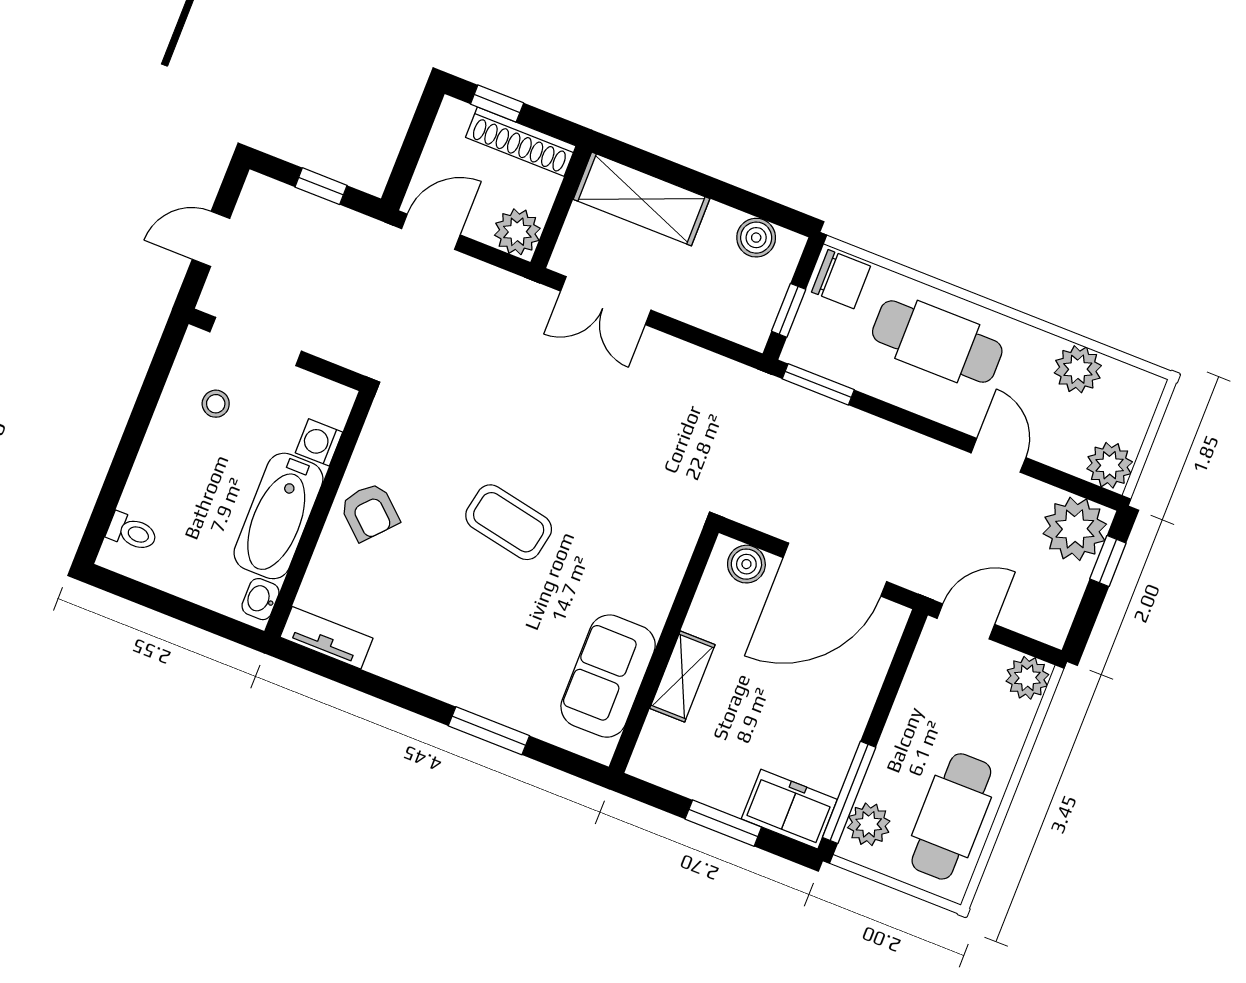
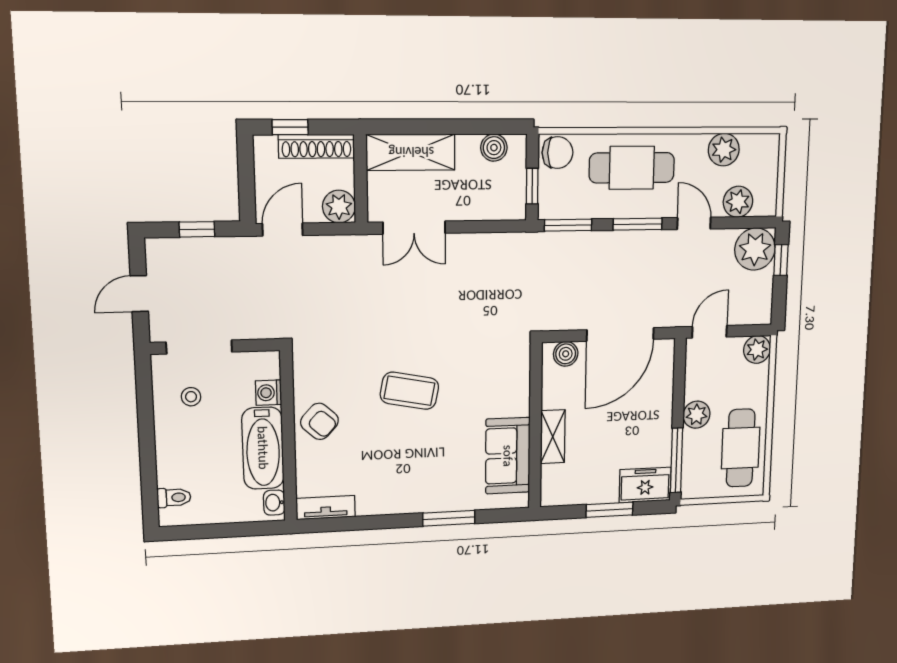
window: (917, 423) -> (638, 224), added
plant: (1110, 465) -> (738, 202), moved
plant: (869, 824) -> (697, 415), moved

